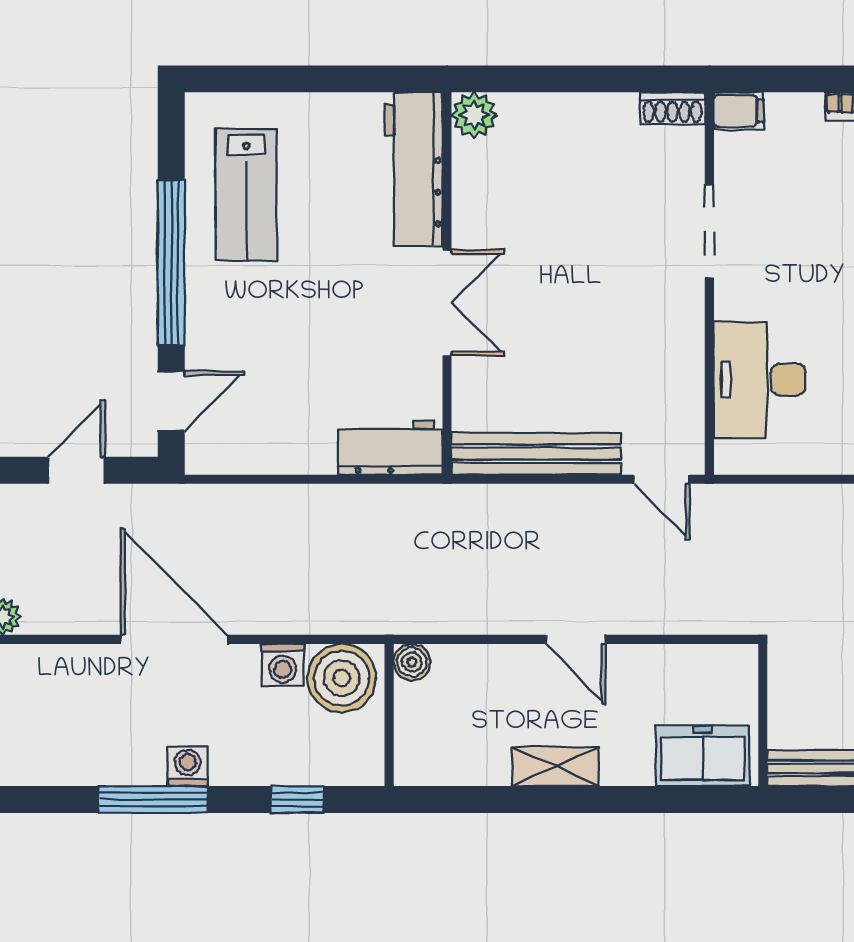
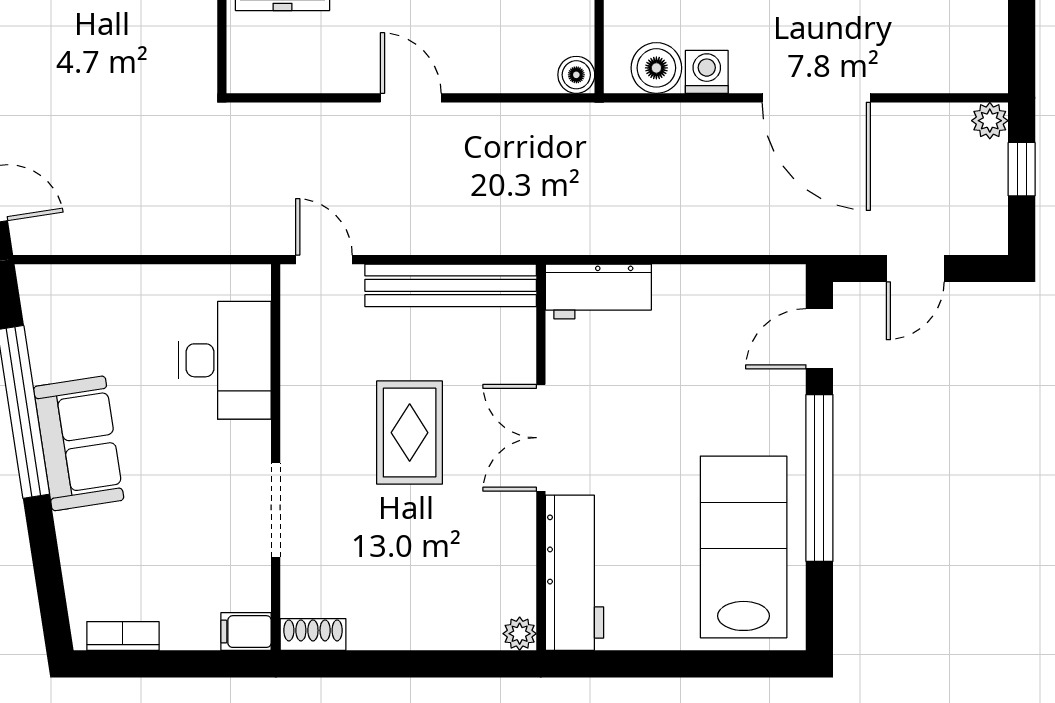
plant: (474, 115) -> (520, 634), width x0.73, depth x0.73
lab bench: (246, 195) -> (744, 547), width x1.36, depth x1.39
rug: (577, 308) -> (410, 433), added
boiler: (342, 678) -> (656, 68), width x0.73, depth x0.73

